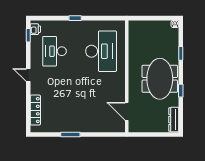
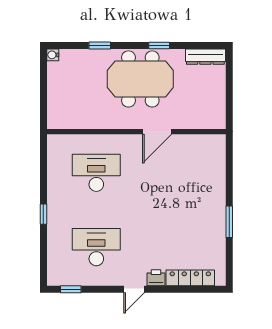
printer: (35, 29) -> (156, 278), moved
desk: (54, 51) -> (96, 247), turned 180
desk: (101, 51) -> (96, 173), width x0.73, depth x0.77
door: (127, 111) -> (157, 132), moved

